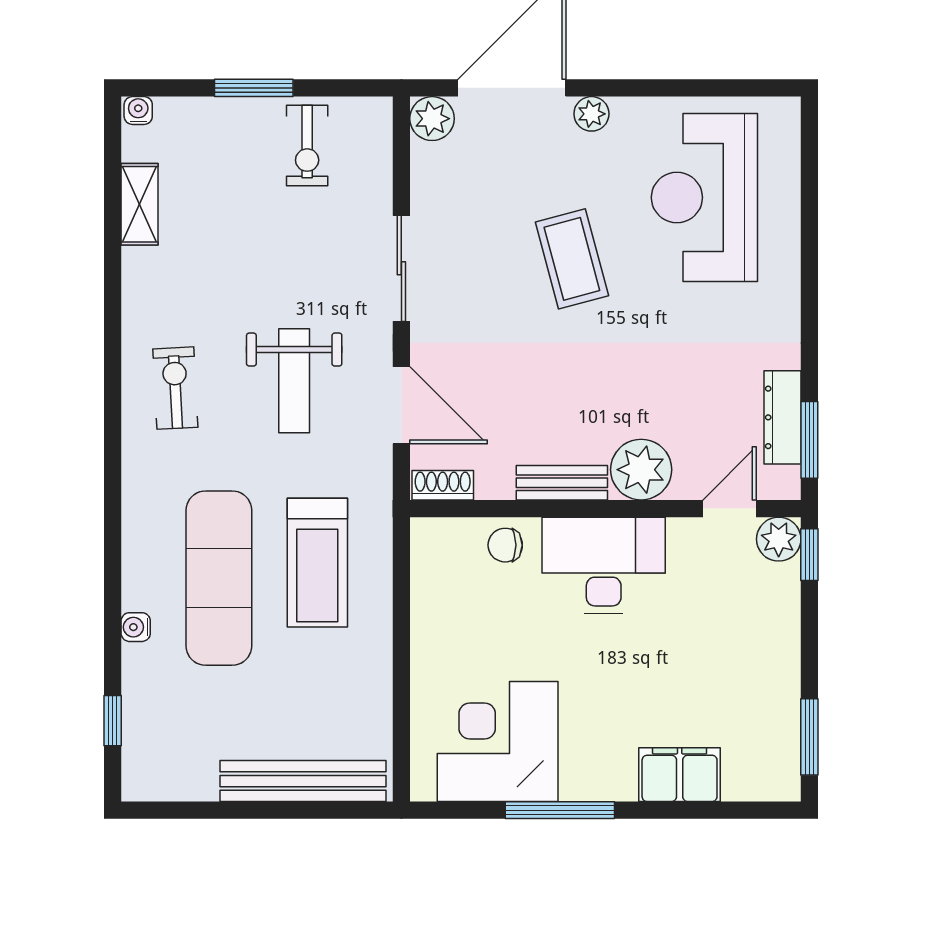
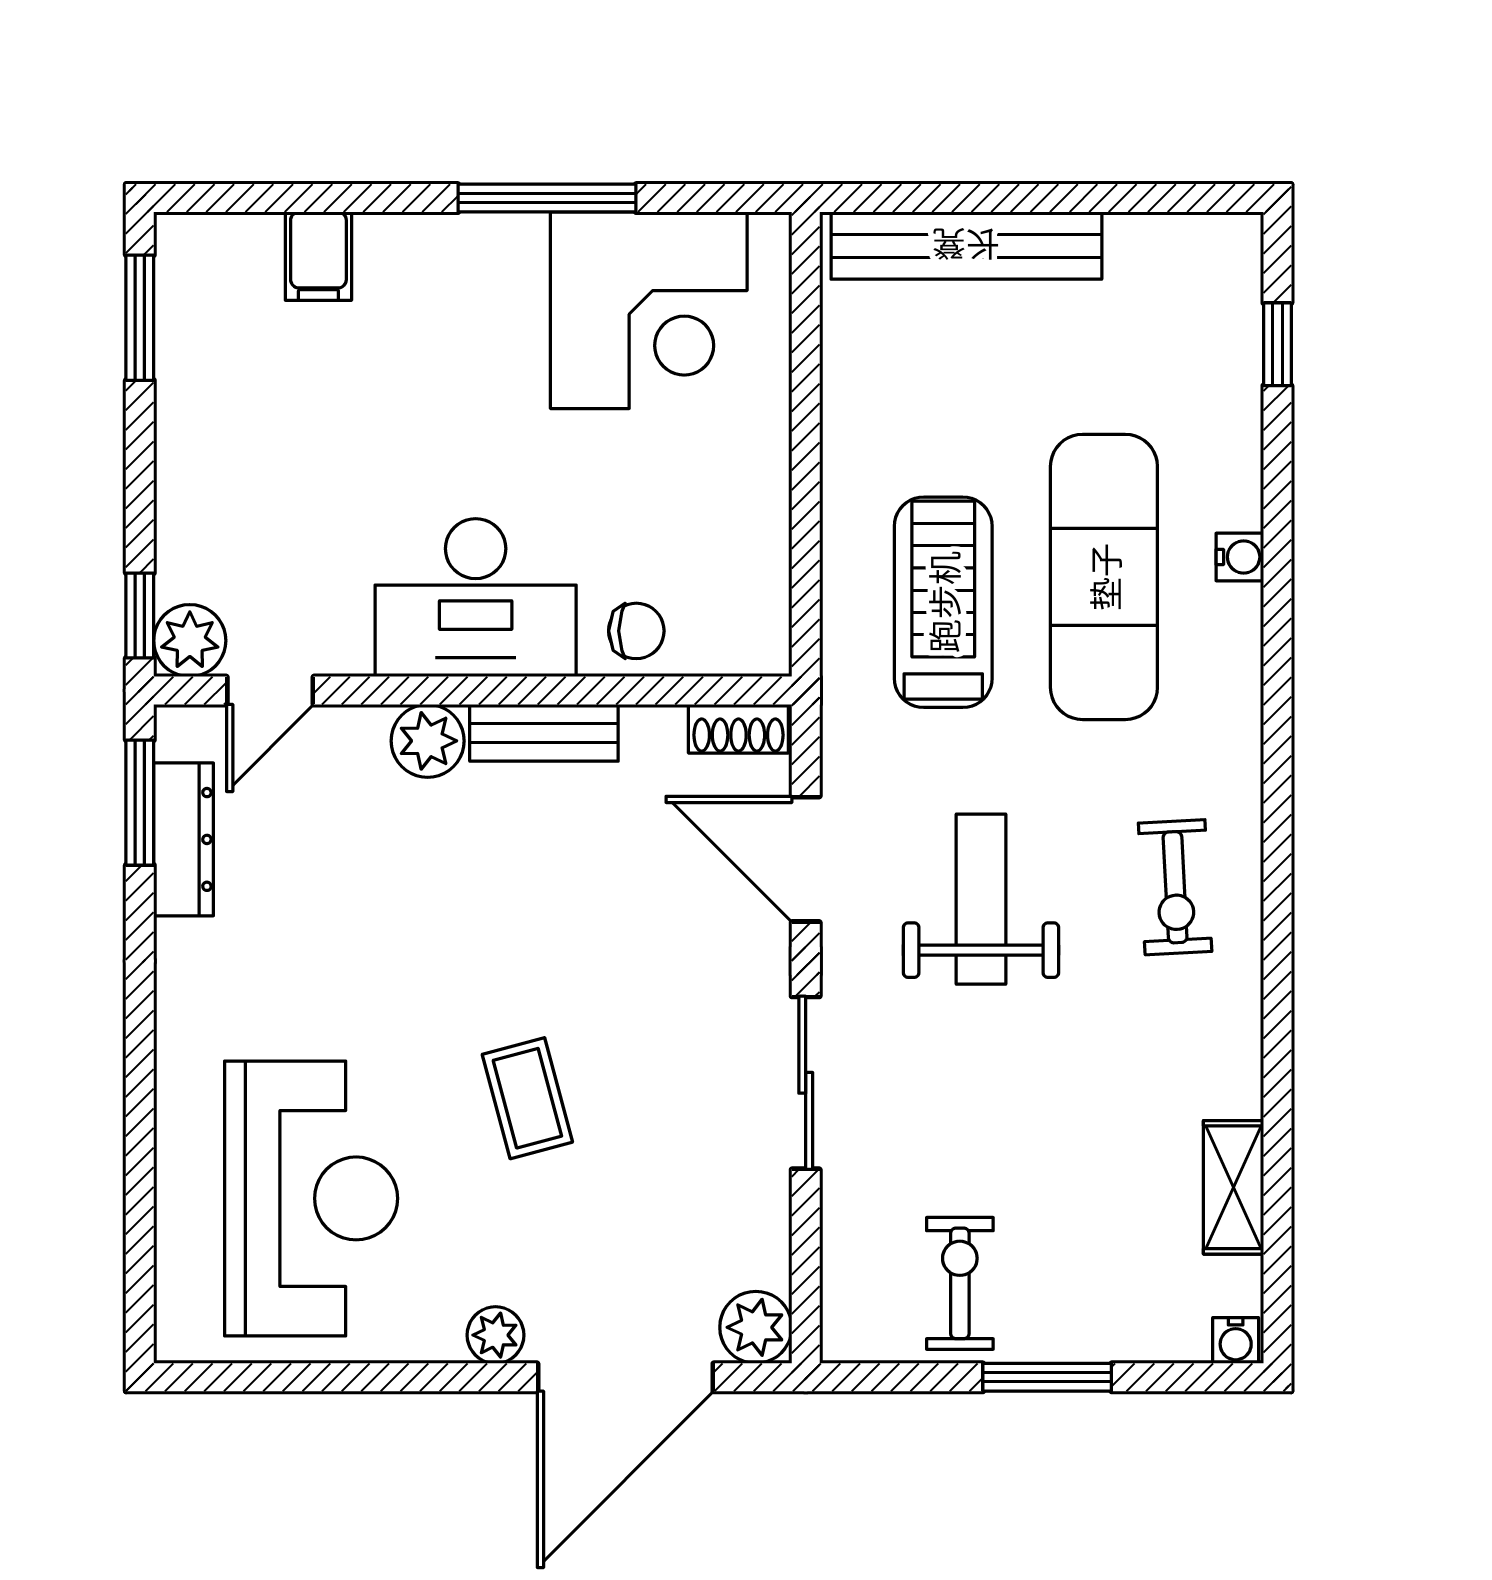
coffee table: (572, 259) -> (527, 1098), width x0.73, depth x0.77
plant: (641, 470) -> (428, 741), width x0.73, depth x0.73
water cooler: (136, 627) -> (1240, 557), moved
filing cabinet: (680, 775) -> (318, 256), width x0.50

